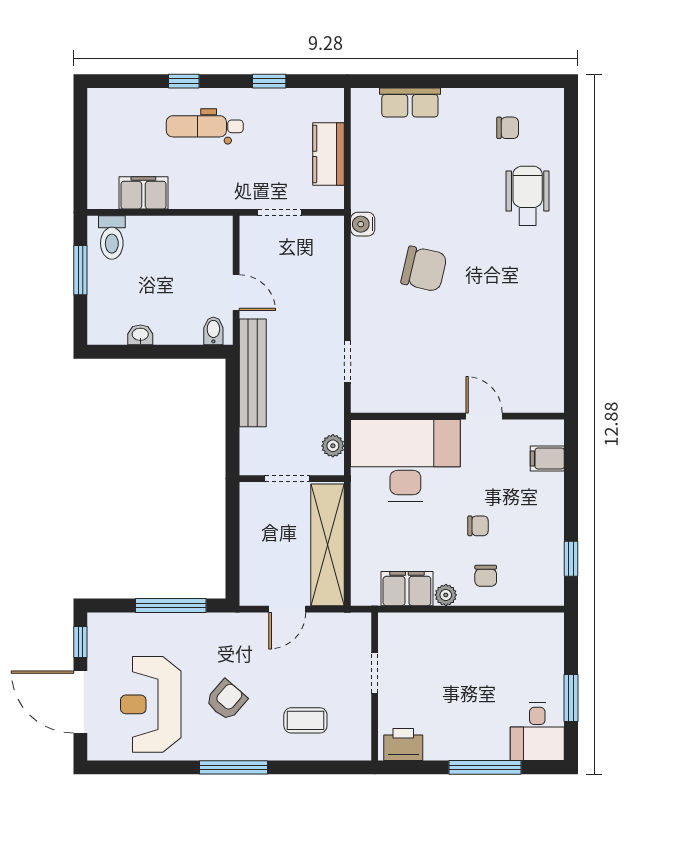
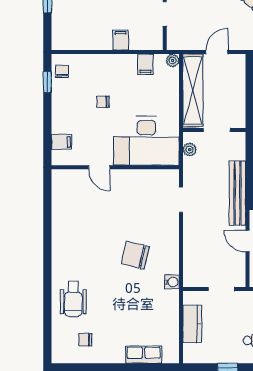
chair: (486, 576) -> (62, 71), moved
filing cabinet: (407, 589) -> (145, 64), width x0.50
plant: (446, 595) -> (173, 60), moved
filing cabinet: (449, 629) -> (121, 40), added

